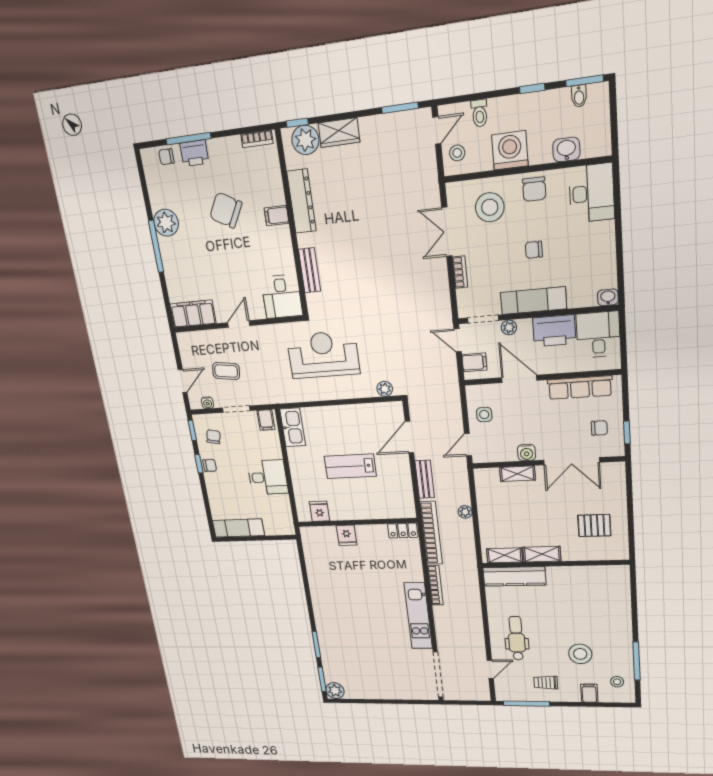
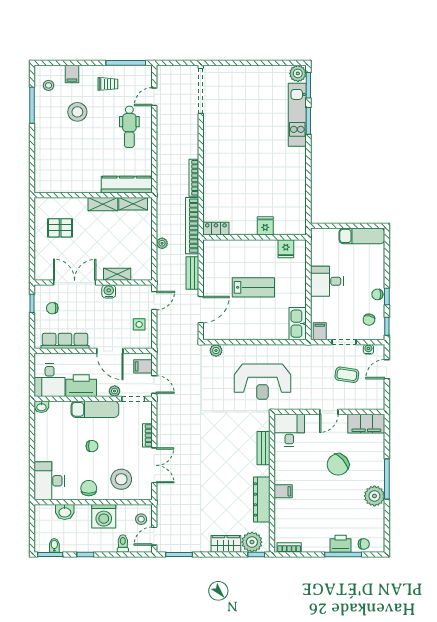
chair: (226, 210) -> (338, 464), moved, turned 110
kitchen unit: (418, 616) -> (297, 115), moved, turned 180

